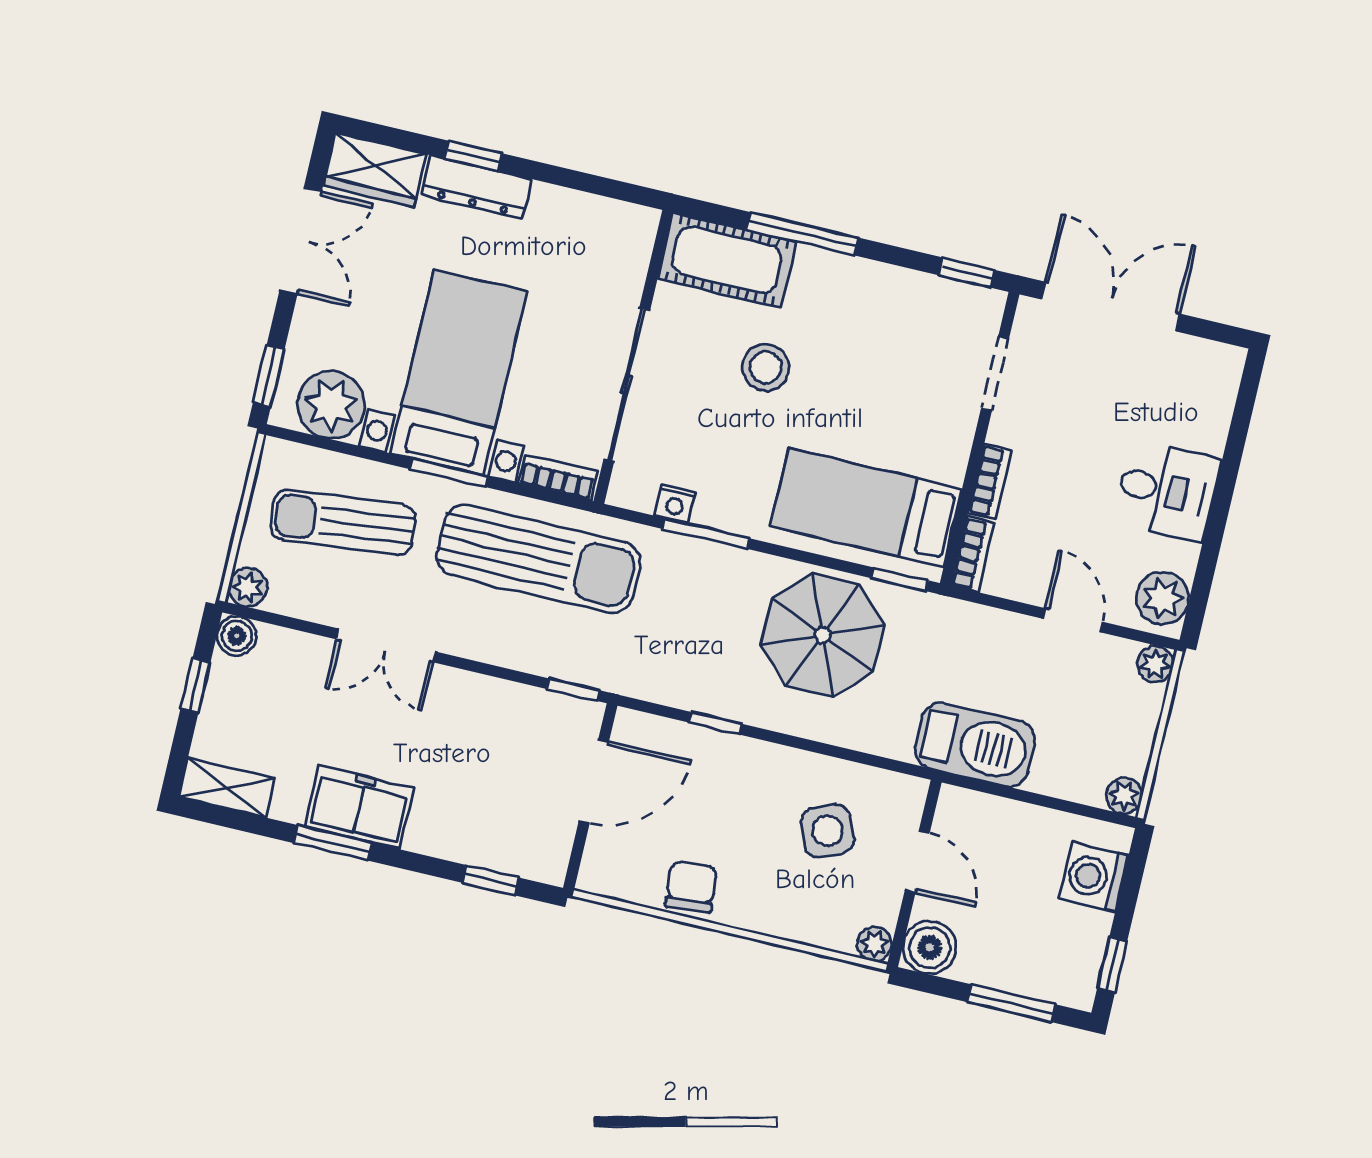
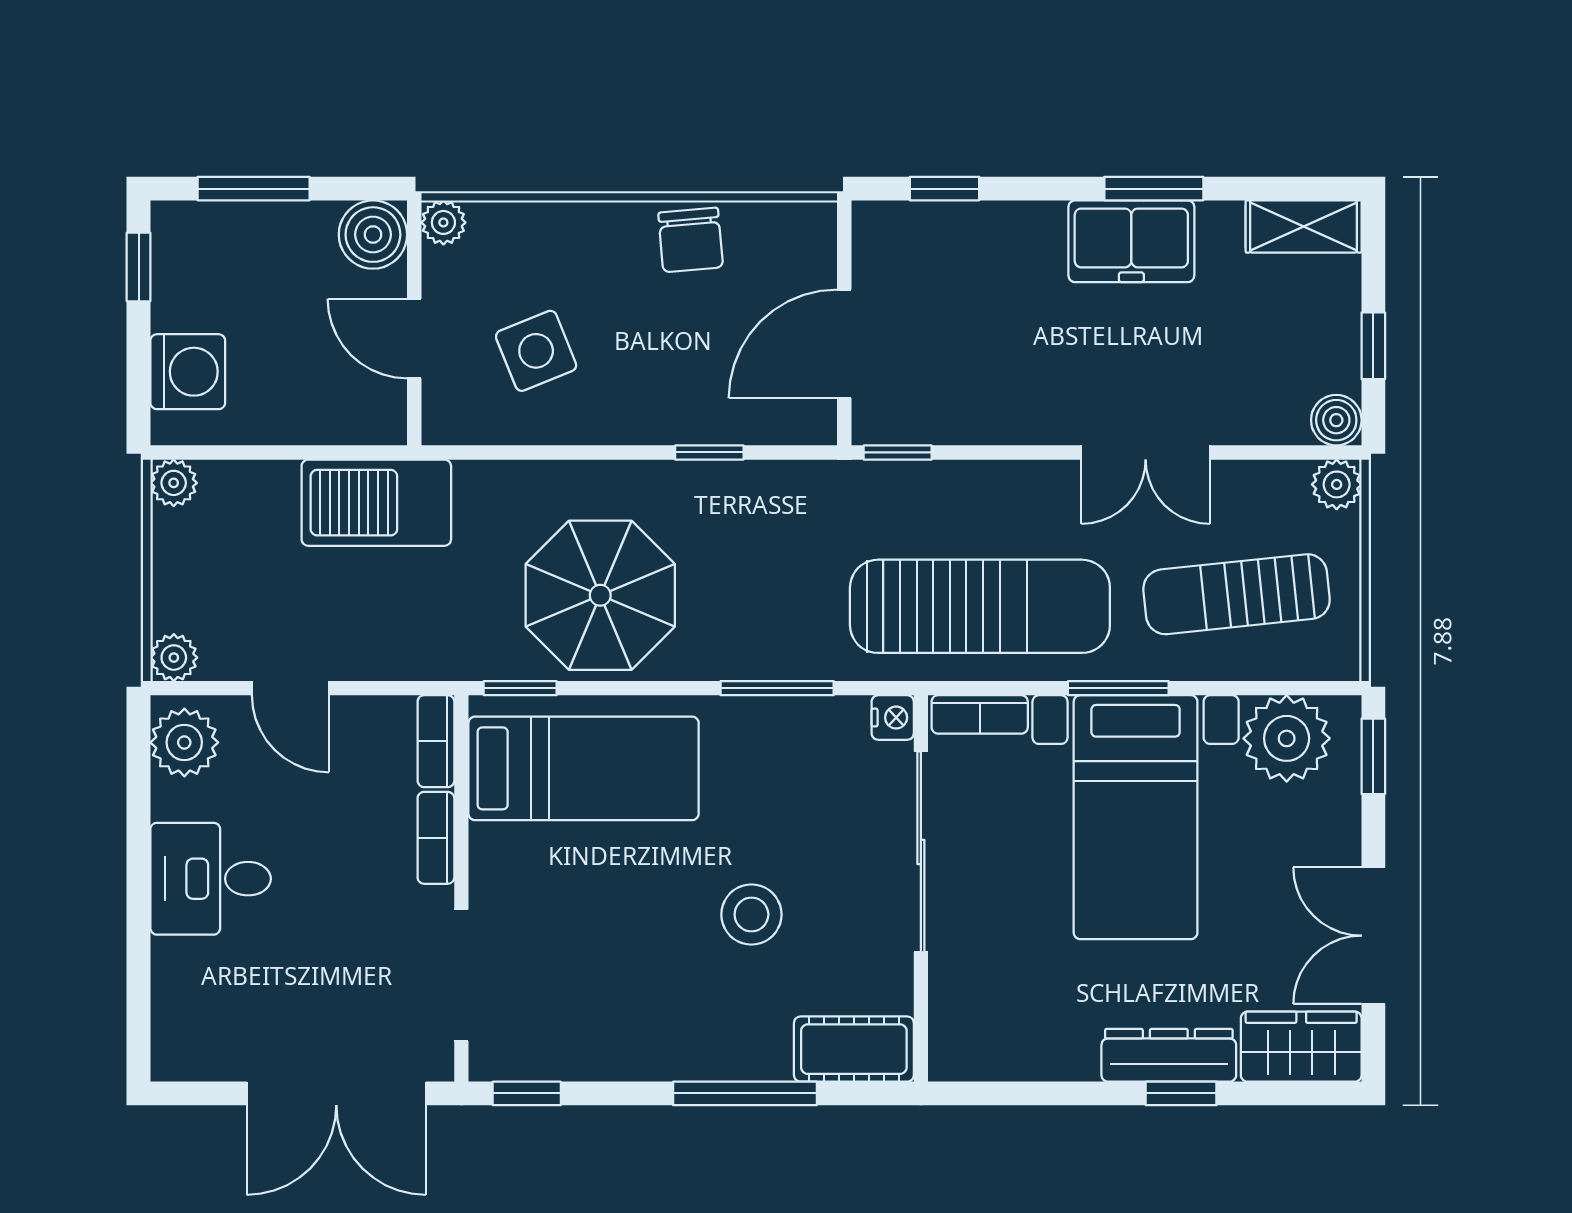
cot: (727, 260) -> (854, 1049), width x0.73, depth x0.75
doorway: (995, 373) -> (461, 975), width x1.38
nightstand: (675, 504) -> (893, 718), moved, turned 90
sun lounger: (343, 522) -> (1237, 594), turned 180
sun lounger: (539, 559) -> (980, 606), turned 180
double door: (386, 645) -> (1146, 452), swing flipped

